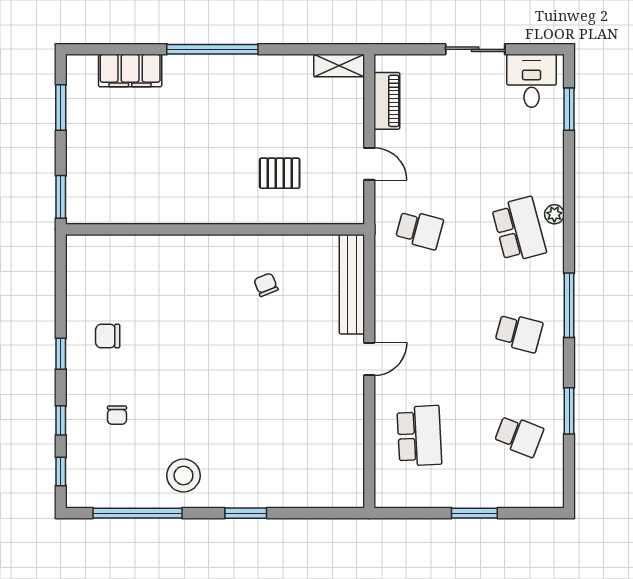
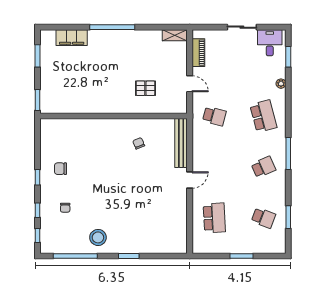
plant: (554, 214) -> (281, 84), moved
school desk: (519, 333) -> (263, 167), turned -39
window: (569, 411) -> (288, 217), moved

